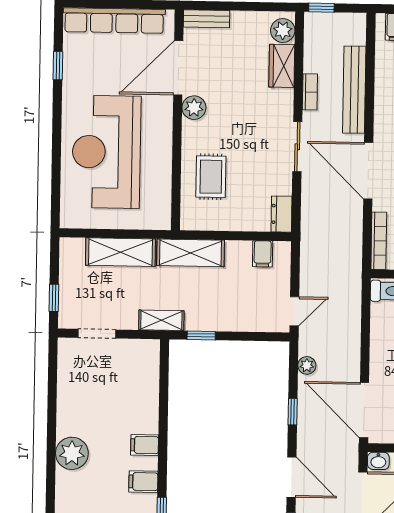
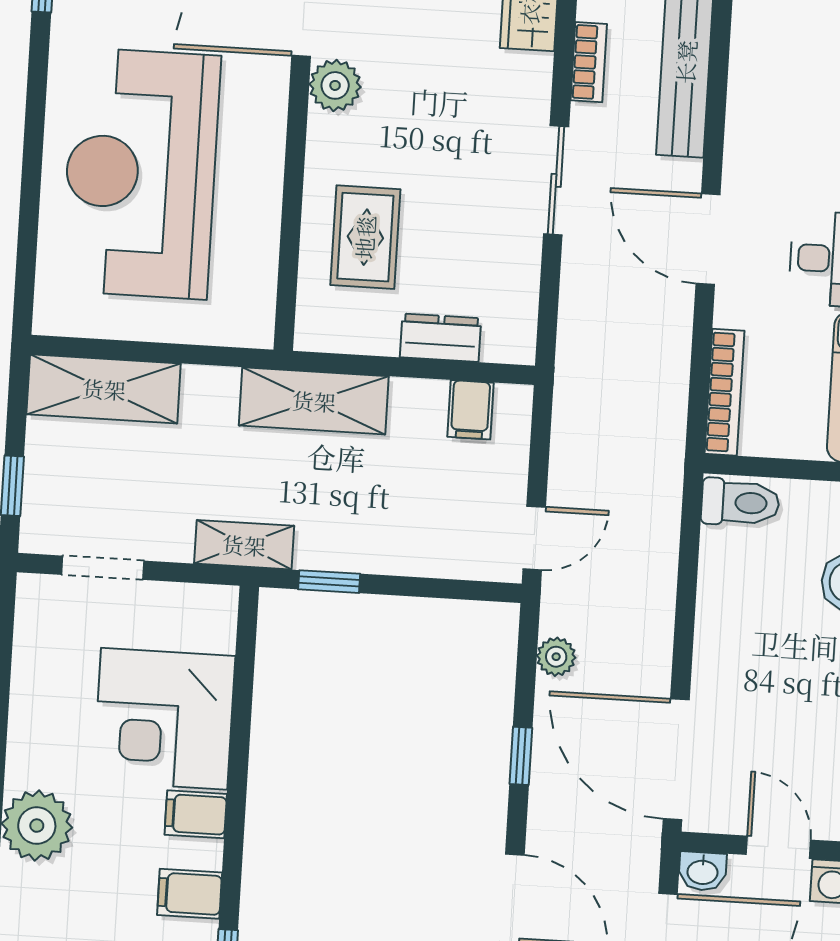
door: (368, 171) -> (708, 239), width x0.73
dresser: (281, 214) -> (440, 338), moved, turned 90
shelving: (120, 252) -> (104, 389), moved
corner desk: (128, 402) -> (164, 719), added

